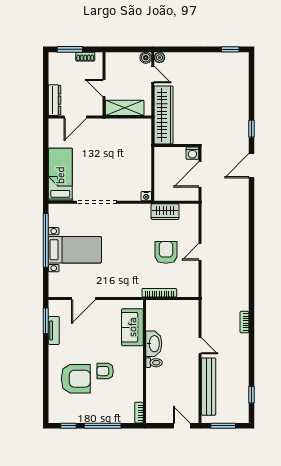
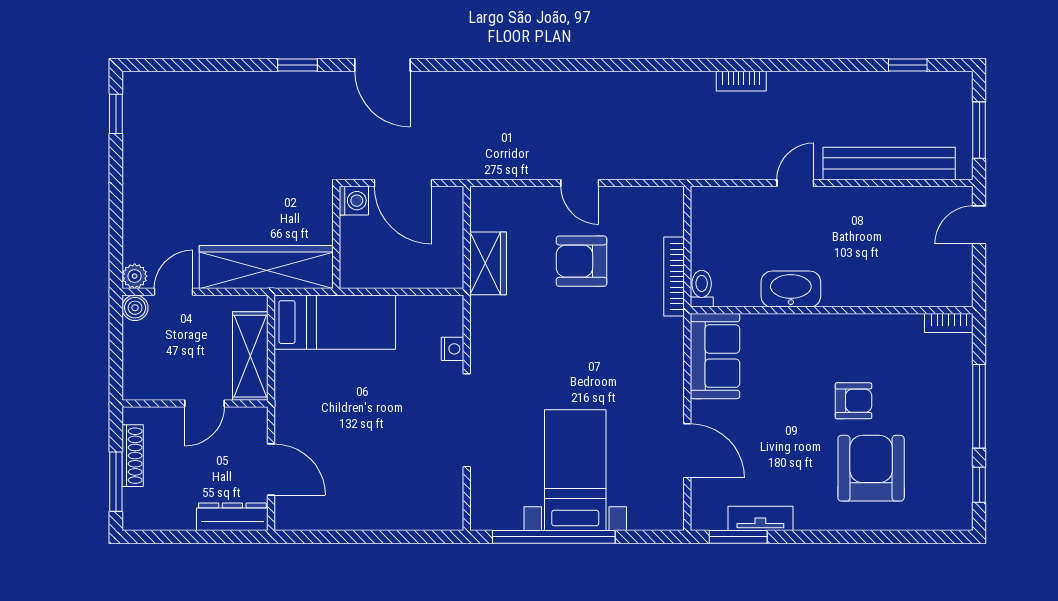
shoe rack: (85, 57) -> (133, 456), width x1.43
bed: (60, 175) -> (335, 322), moved, turned 180
nightstand: (146, 196) -> (453, 349), moved
sofa: (132, 327) -> (715, 356), moved, turned -90
toilet: (154, 363) -> (702, 289), moved
armchair: (105, 371) -> (854, 401), turned -90

